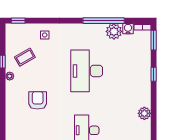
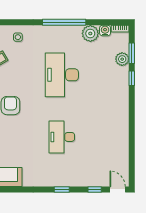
window: (104, 21) -> (64, 22), moved
window: (154, 40) -> (132, 53), moved
plant: (144, 113) -> (122, 59), moved

